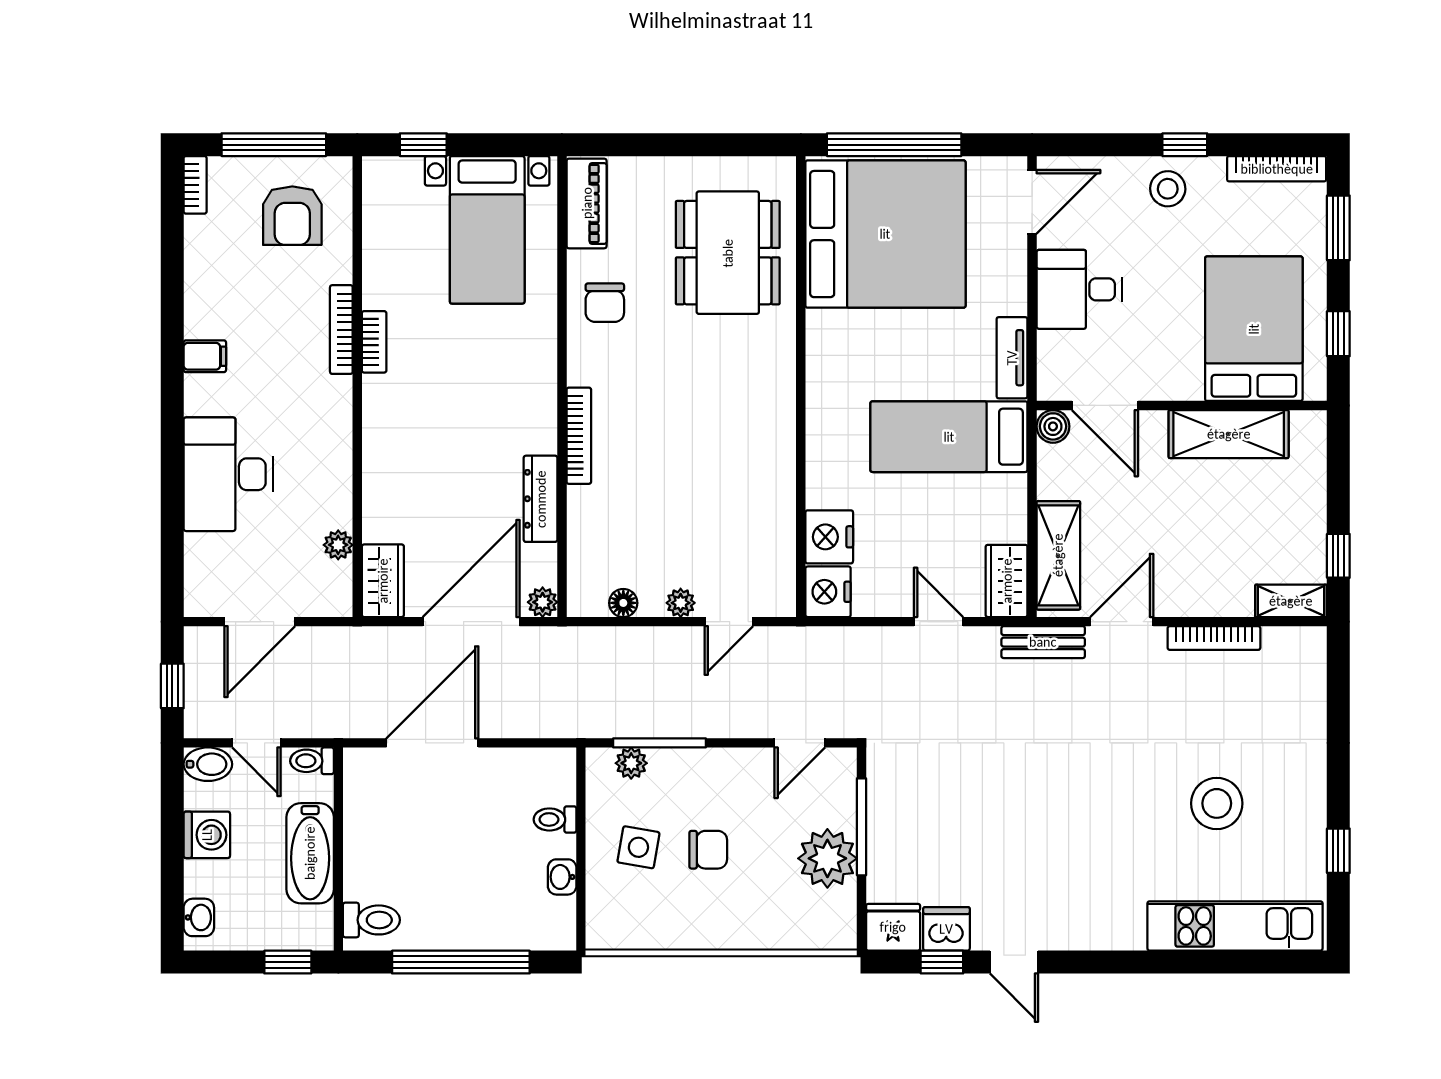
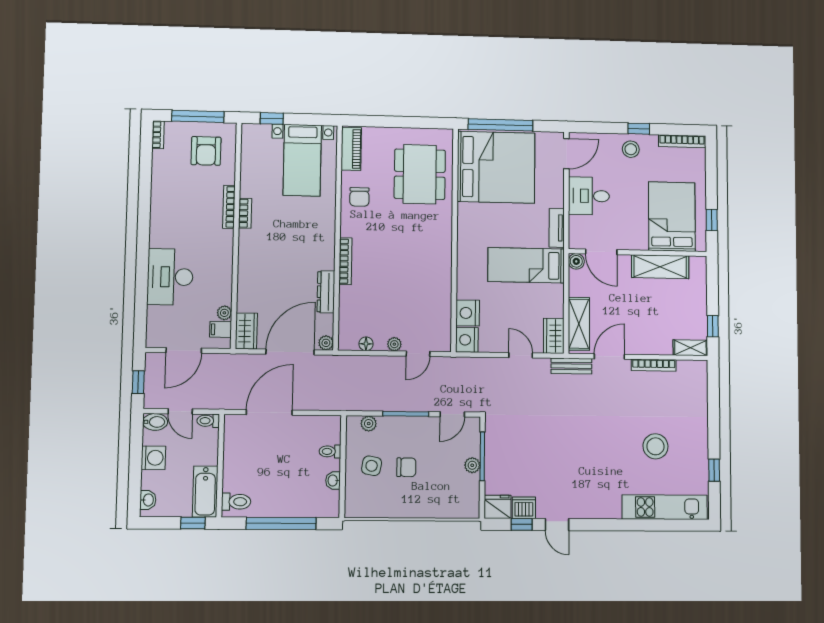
window: (1338, 228) -> (711, 170), removed
filing cabinet: (205, 356) -> (221, 329), moved, turned 180
window: (660, 743) -> (406, 414), moved
bathtub: (310, 853) -> (205, 492), moved
plant: (827, 858) -> (472, 465), width x0.53, depth x0.53

